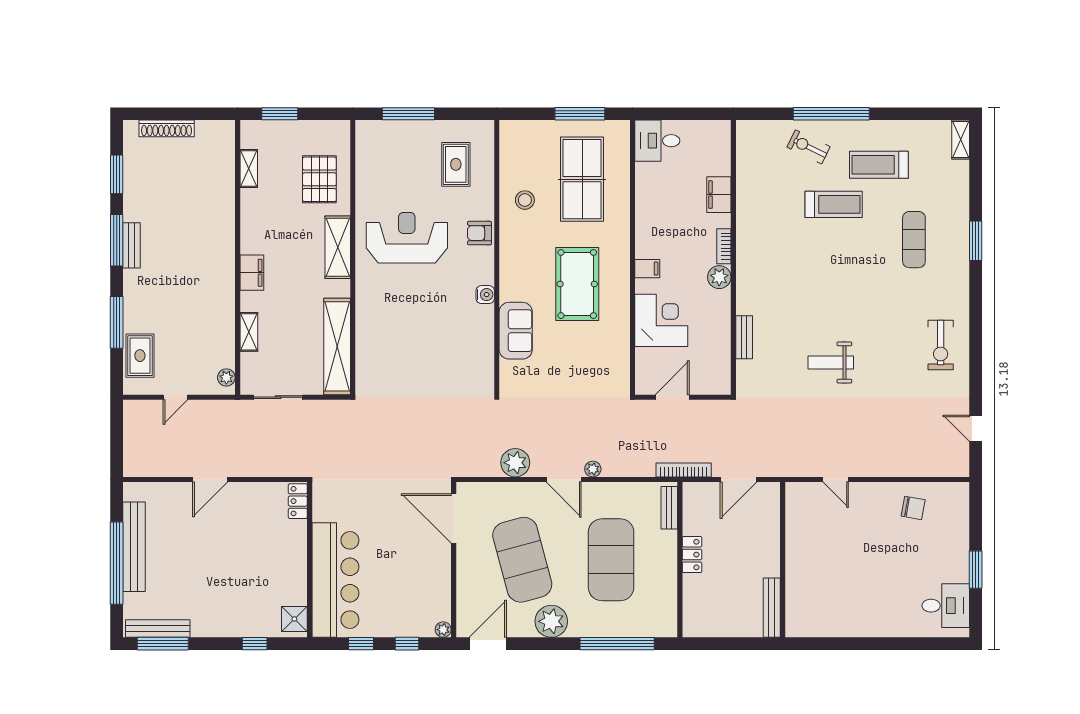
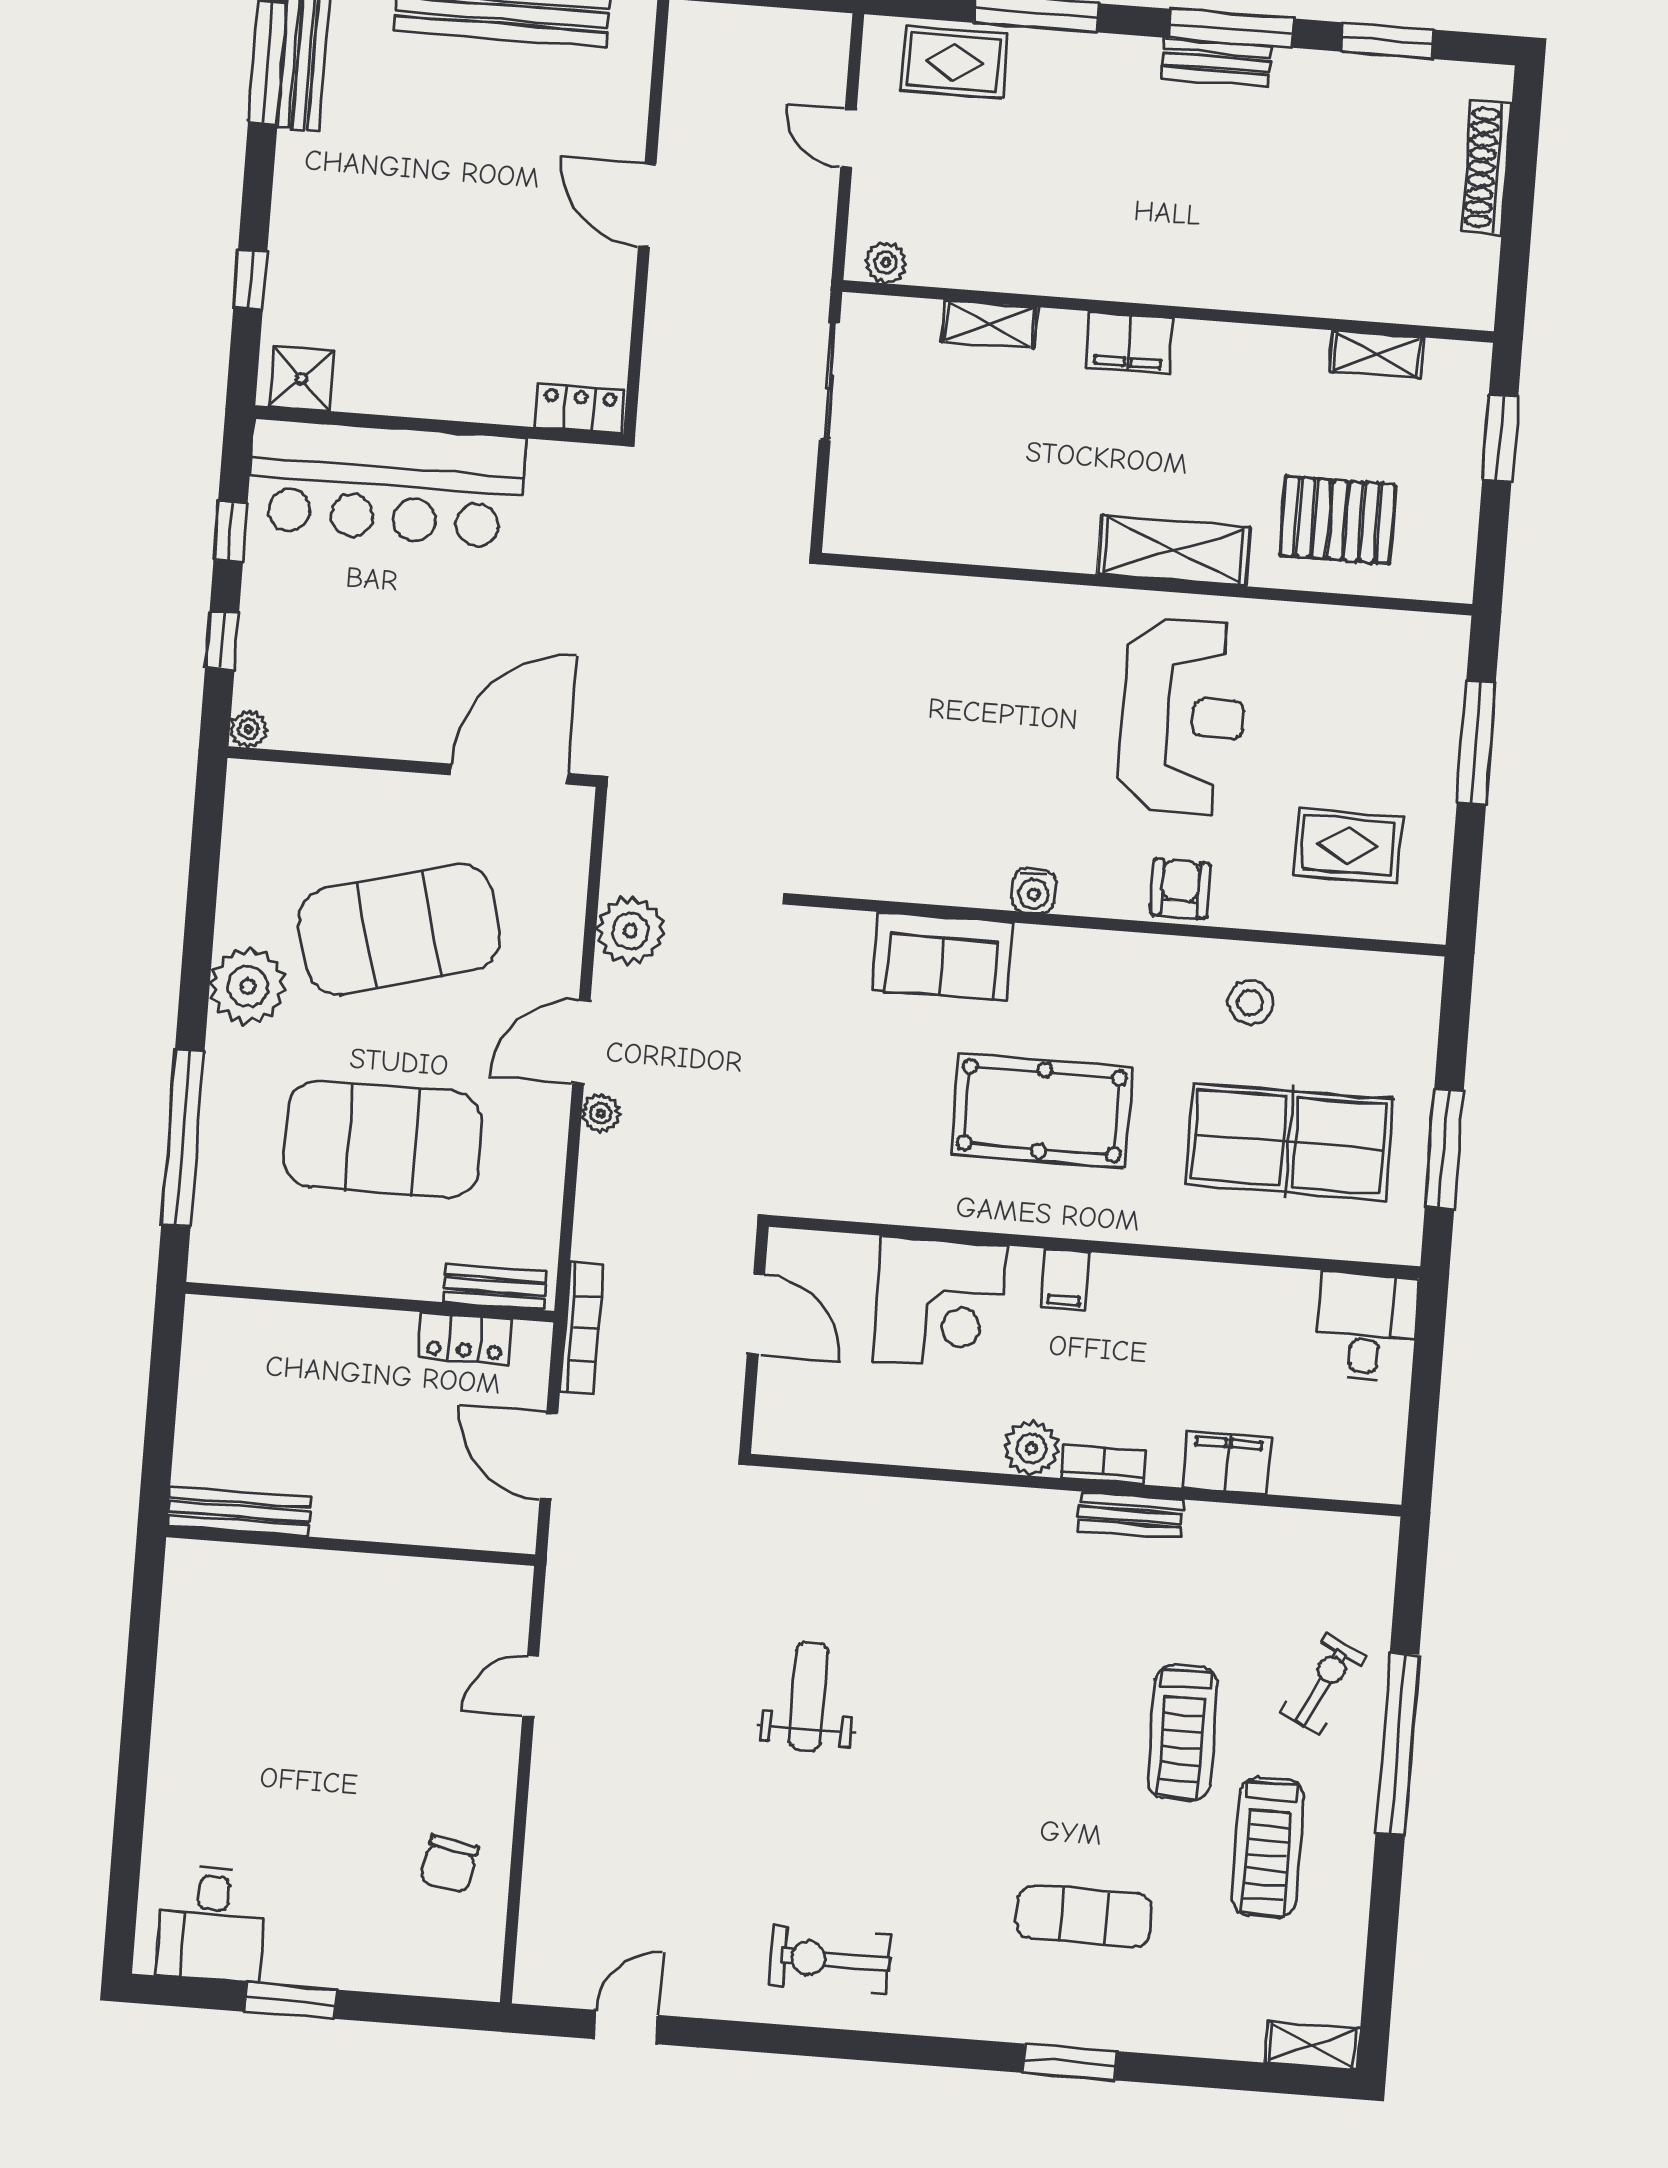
treadmill: (879, 165) -> (1268, 1847), turned 180
bench: (744, 337) -> (1131, 1515), moved
shelving: (337, 346) -> (939, 531), removed
locker: (692, 555) -> (465, 1339), moved
door: (488, 644) -> (207, 832), removed

